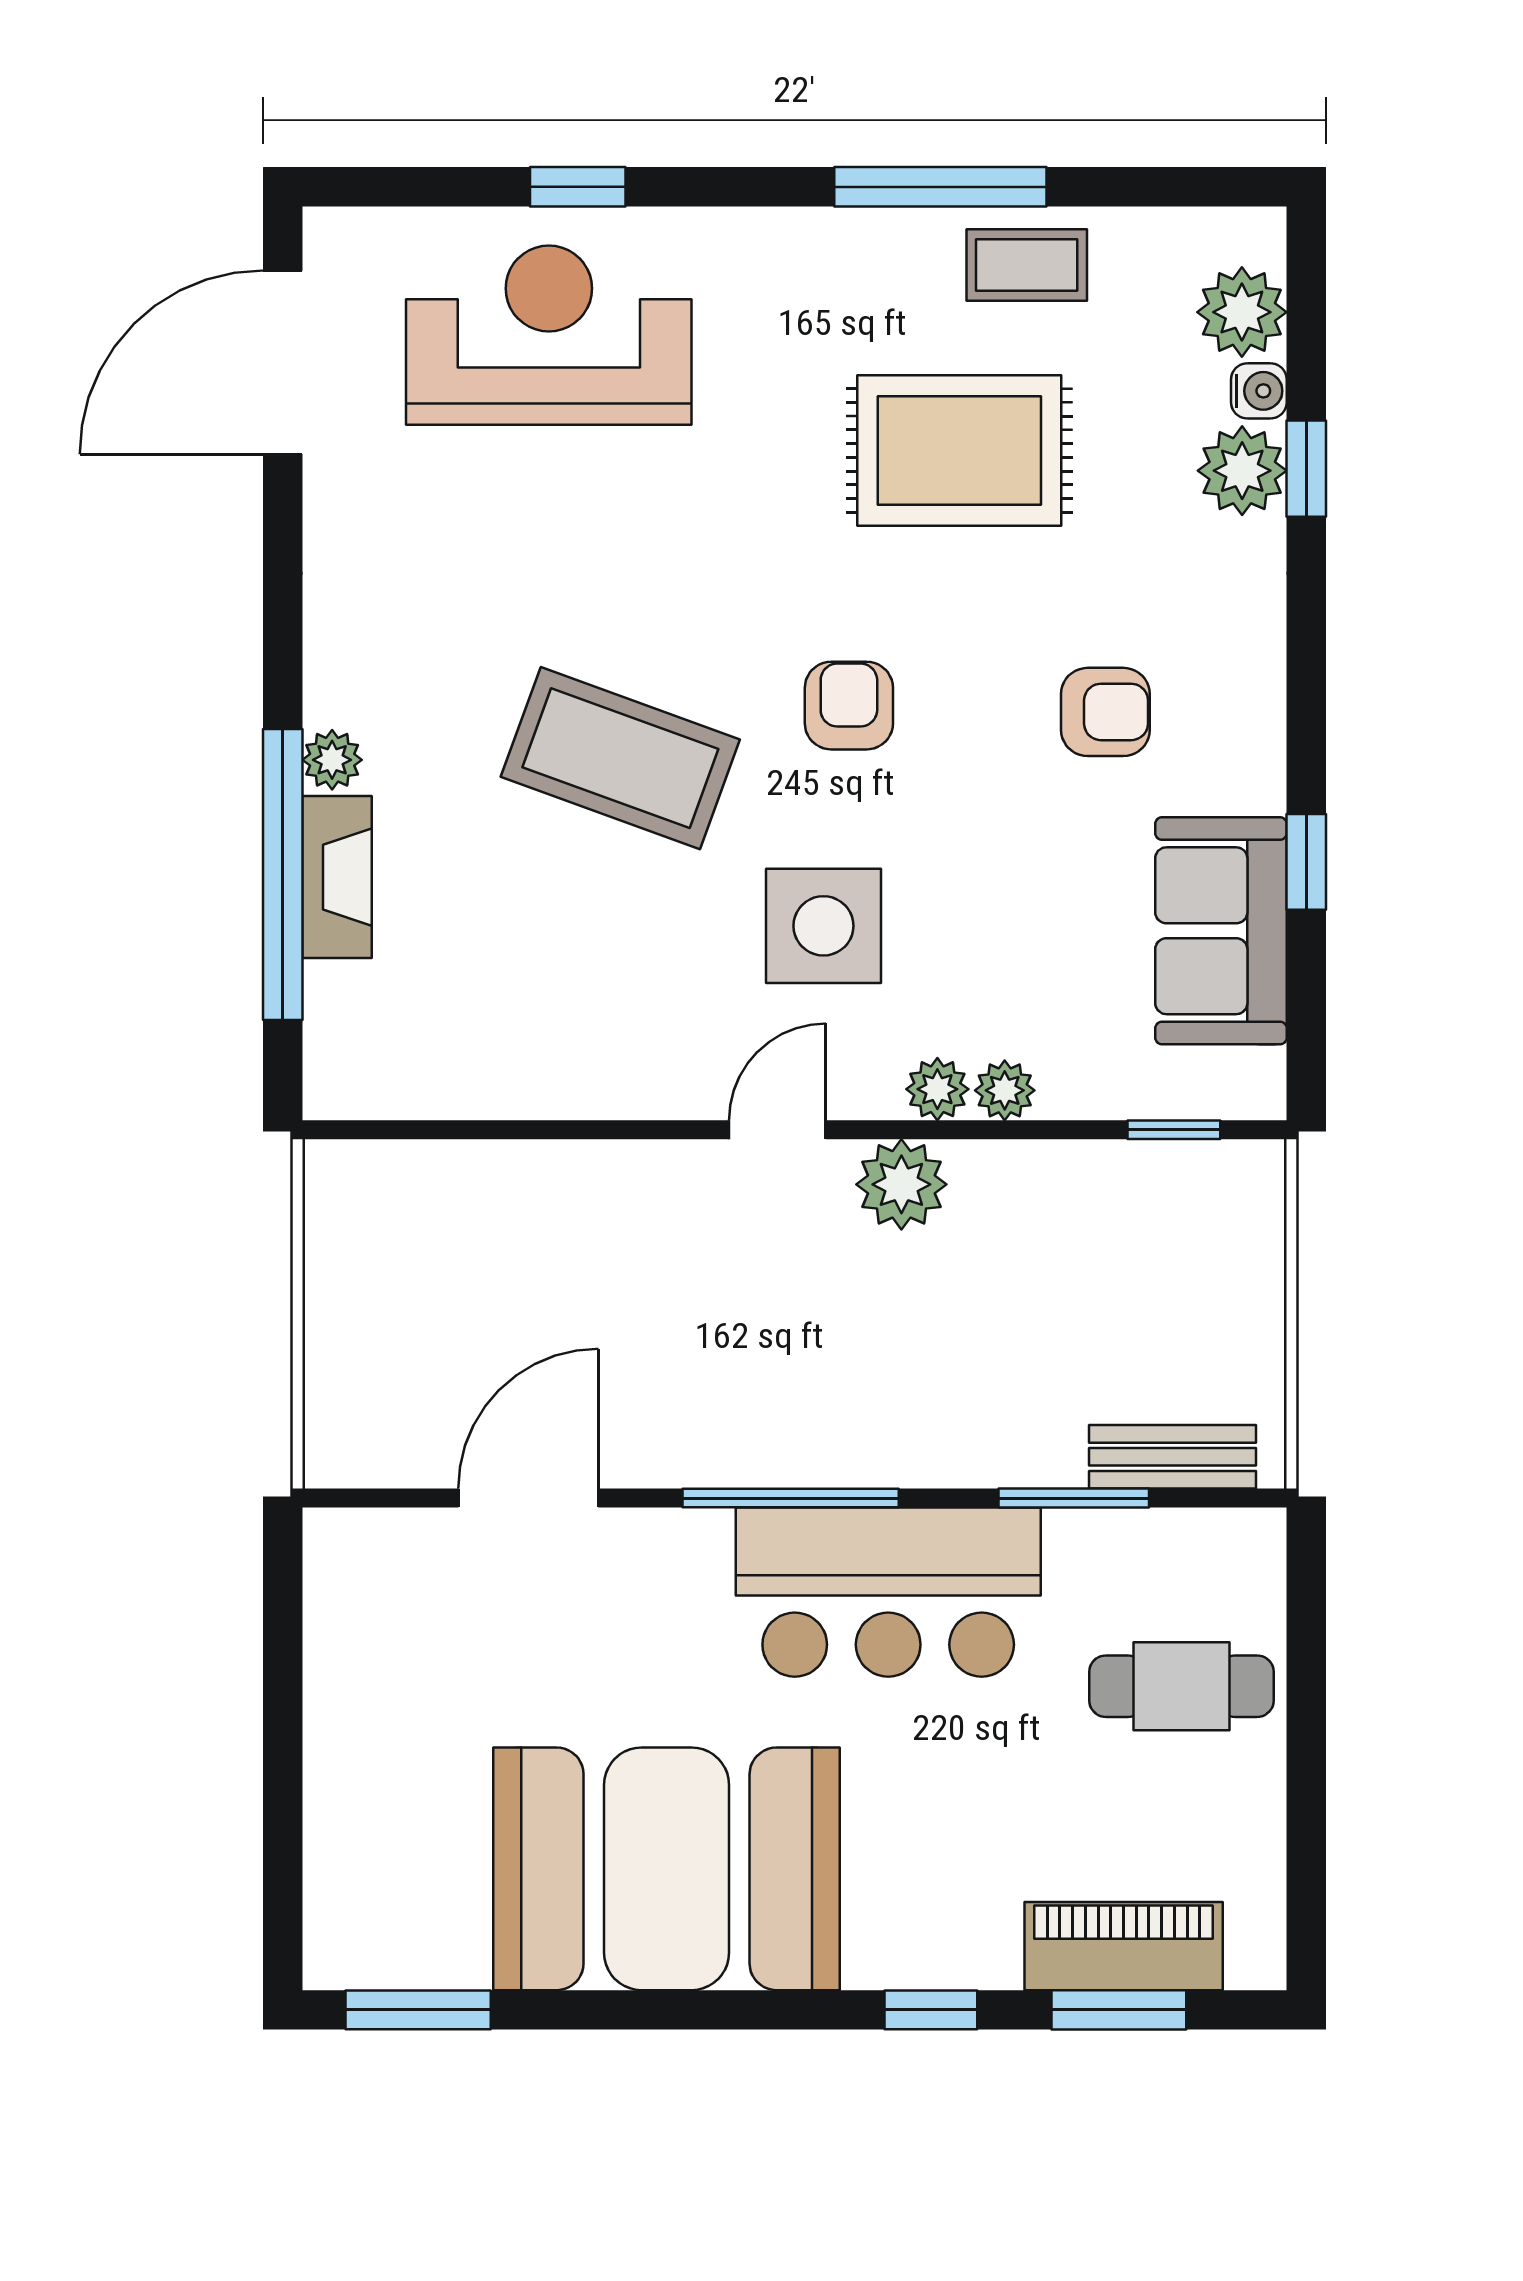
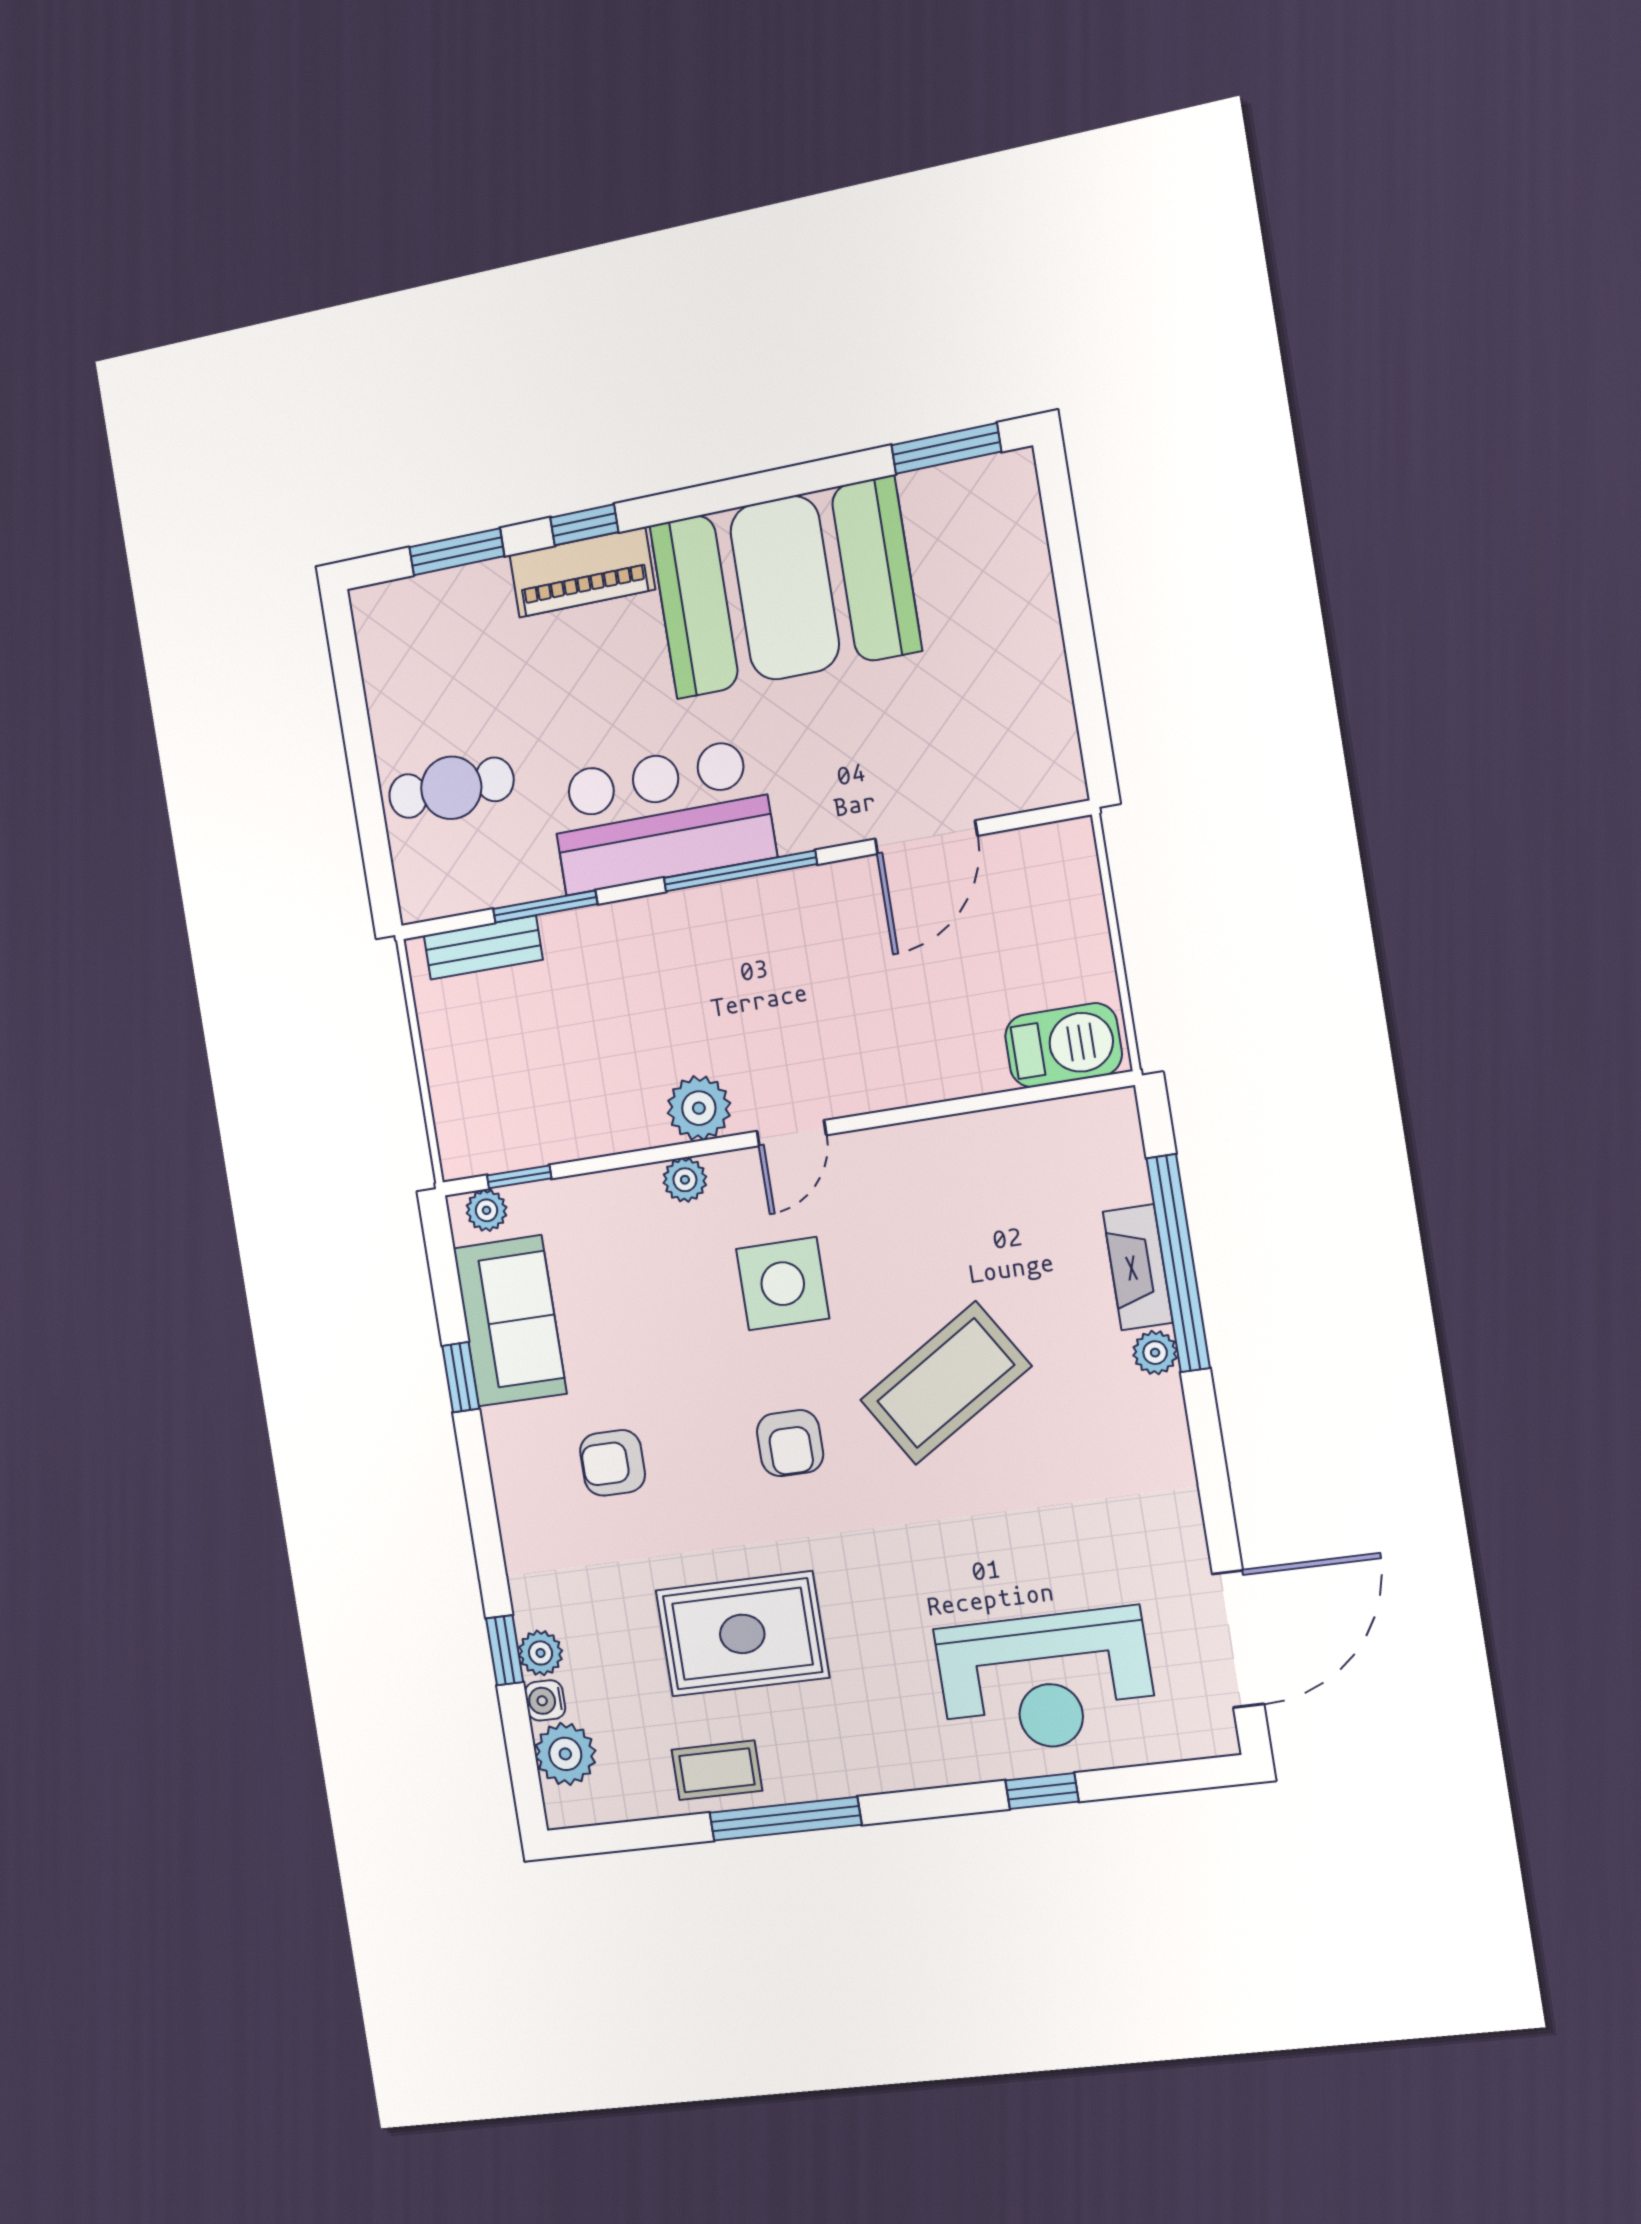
plant: (1242, 471) -> (541, 1653), width x0.73, depth x0.73
coffee table: (620, 758) -> (946, 1383), turned -52
plant: (1005, 1090) -> (487, 1210), moved
barbecue: (389, 1189) -> (1063, 1045), added
piano: (1124, 1946) -> (582, 572), moved

